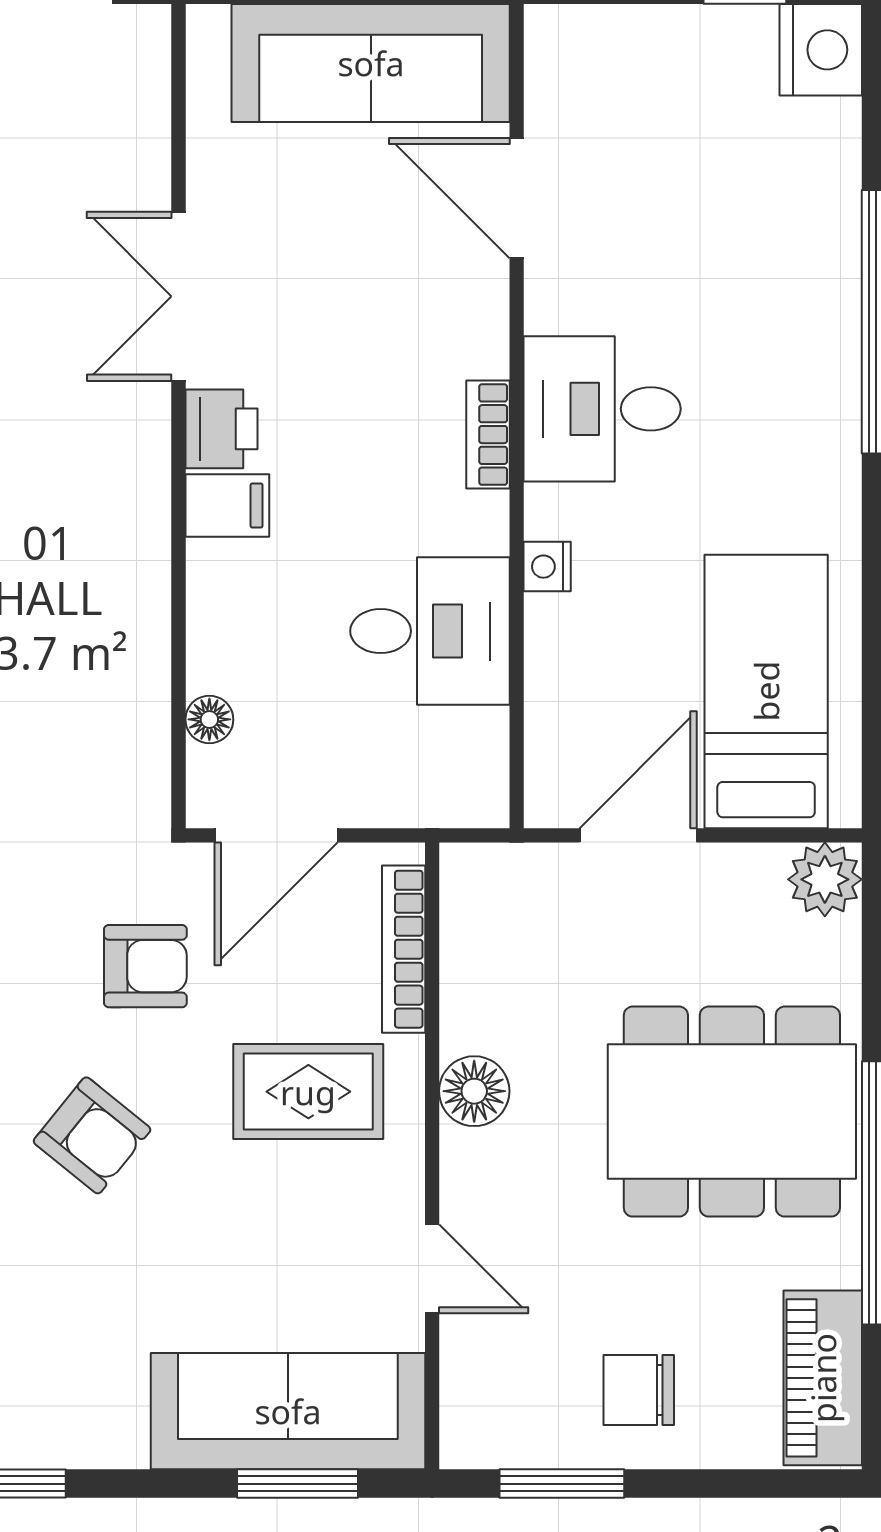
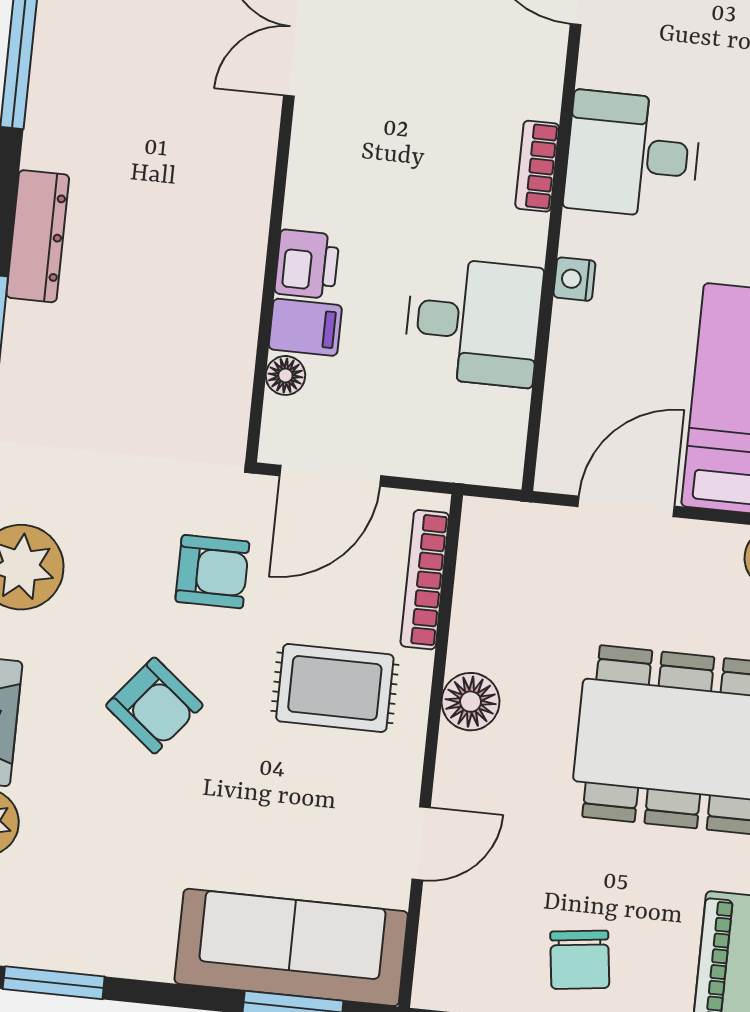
printer: (221, 429) -> (307, 264), moved
filing cabinet: (227, 505) -> (305, 327), moved
door: (432, 1269) -> (421, 843), hinge flipped
chair: (639, 1390) -> (580, 960), turned -97

